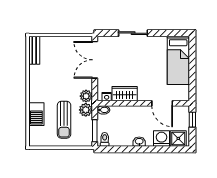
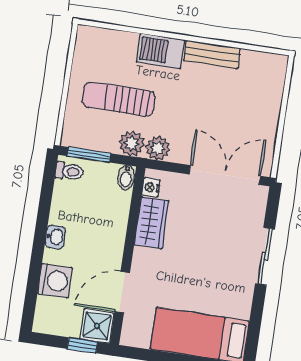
bench: (34, 50) -> (212, 54), moved
barbecue: (36, 114) -> (160, 51), moved
shower: (178, 138) -> (97, 326), moved

